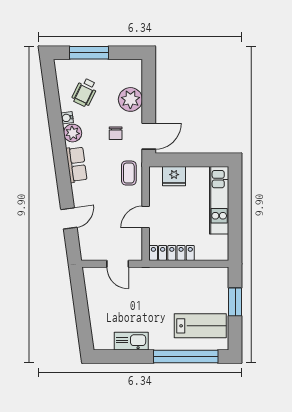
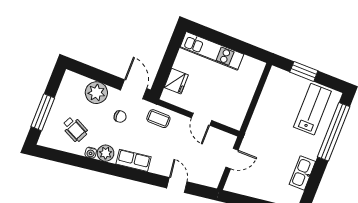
locker: (172, 253) -> (241, 109), removed

